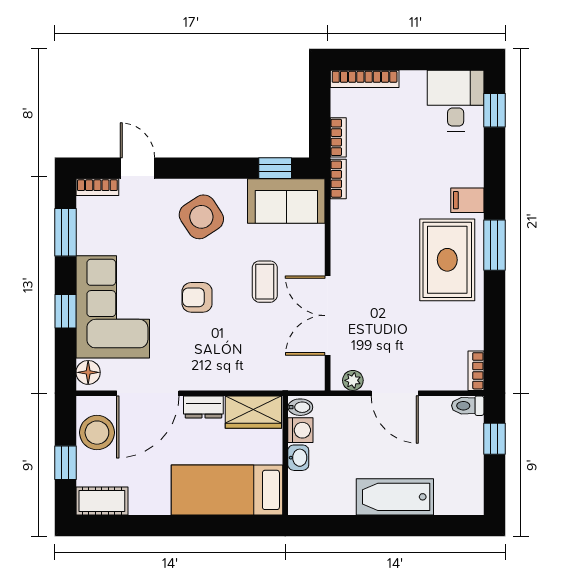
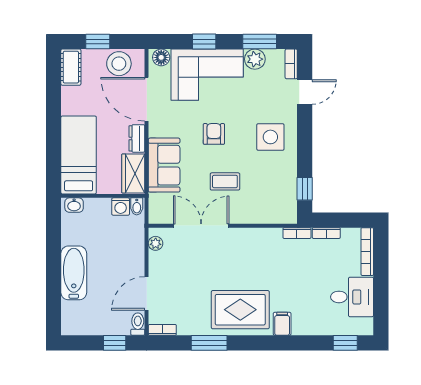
desk: (456, 101) -> (352, 297), moved
sofa: (286, 201) -> (164, 165), moved, turned 180
side table: (201, 217) -> (270, 137), turned 33
plant: (91, 239) -> (255, 59), added
window: (494, 245) -> (209, 343), moved
door: (395, 393) -> (147, 293), moved
washbasin: (298, 458) -> (74, 205), moved

